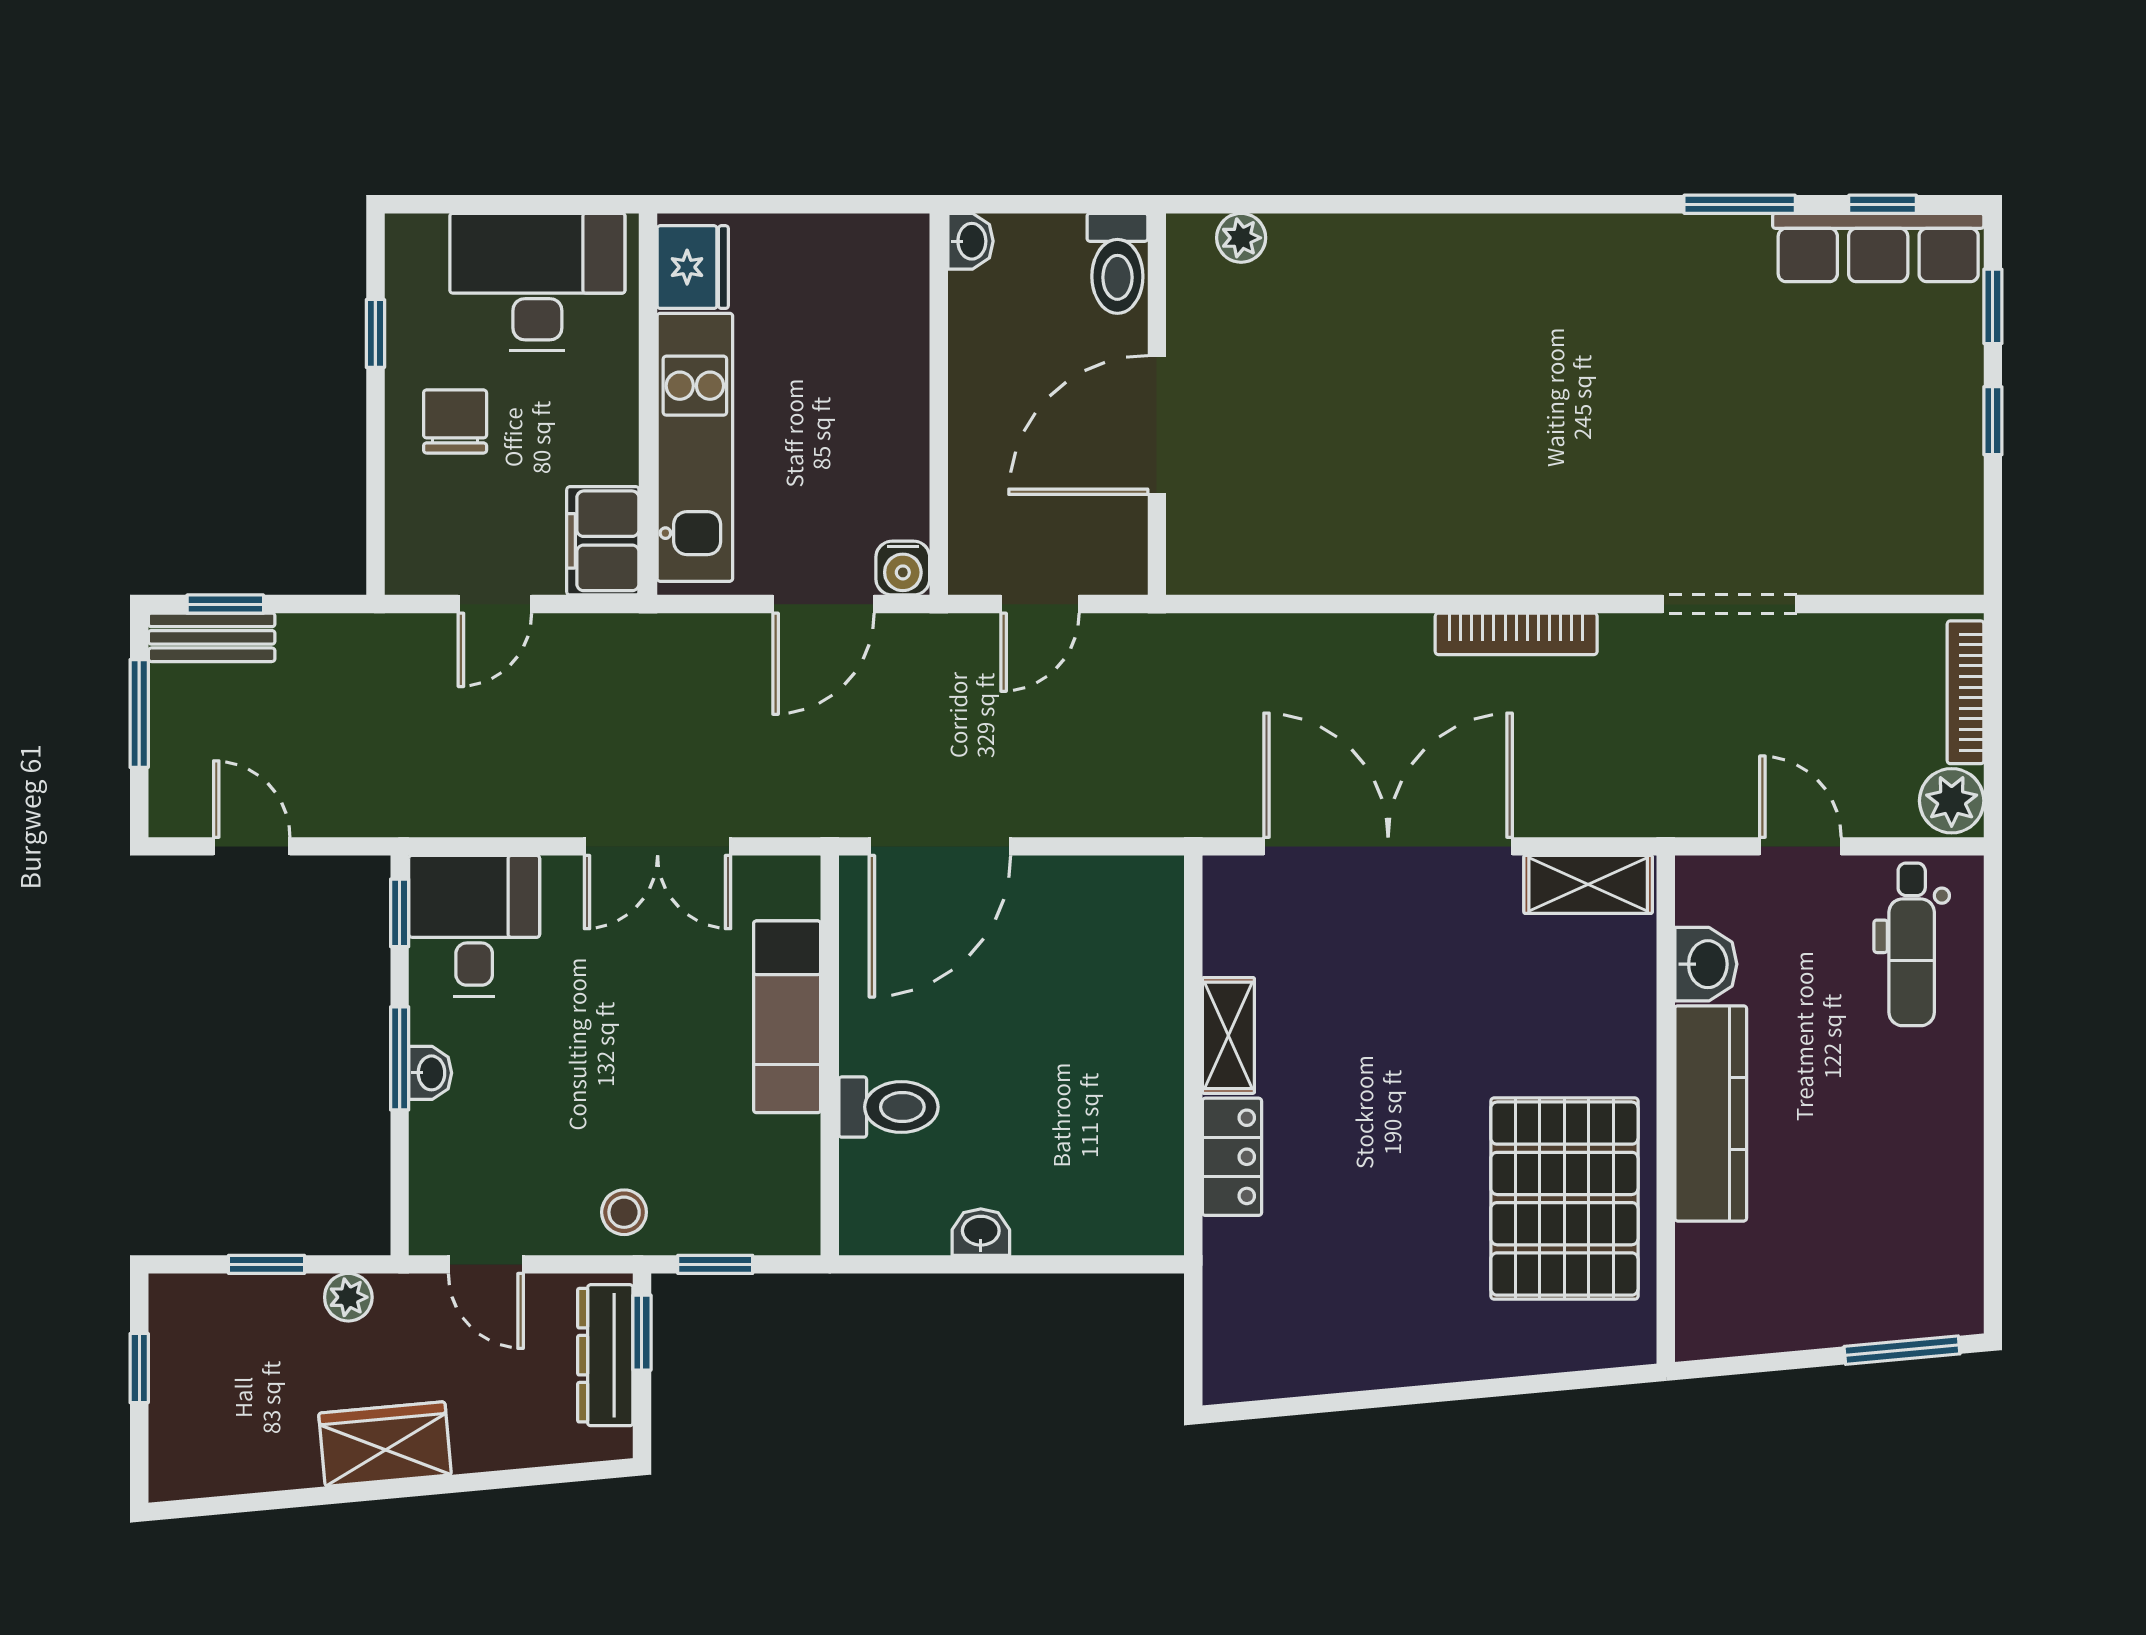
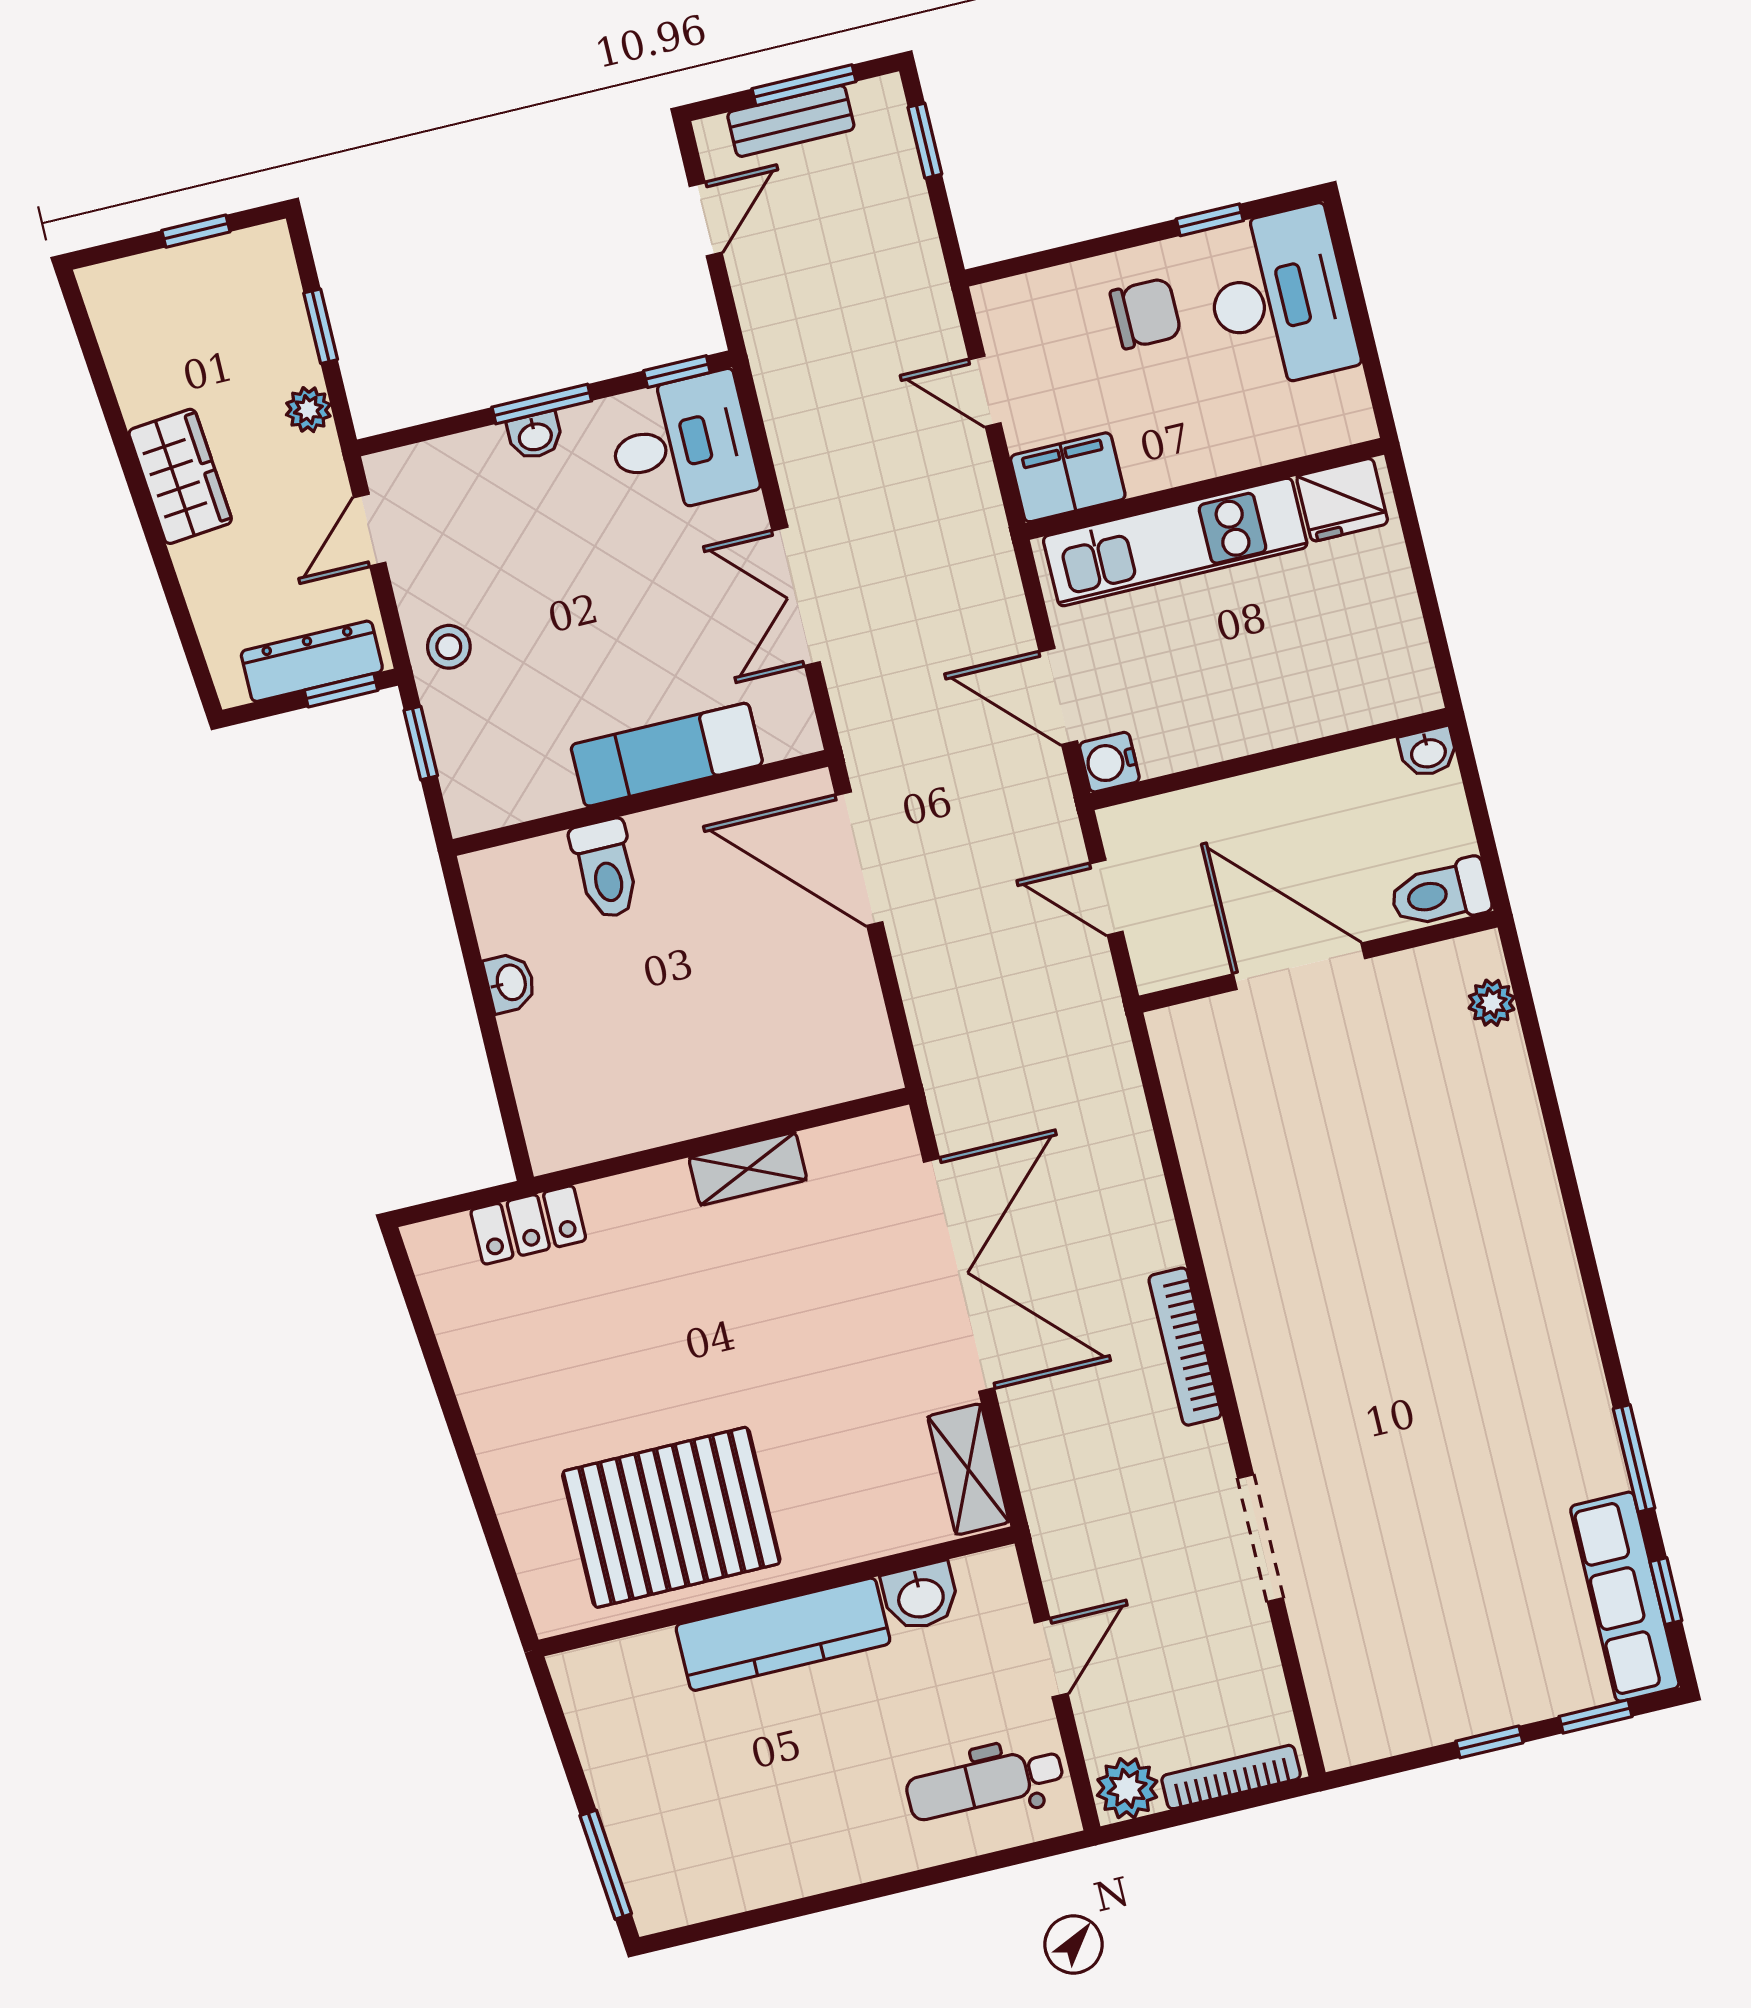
desk: (537, 282) -> (1279, 298), moved
bench: (212, 637) -> (791, 121), moved, turned 90
locker: (1232, 1157) -> (528, 1225), moved

